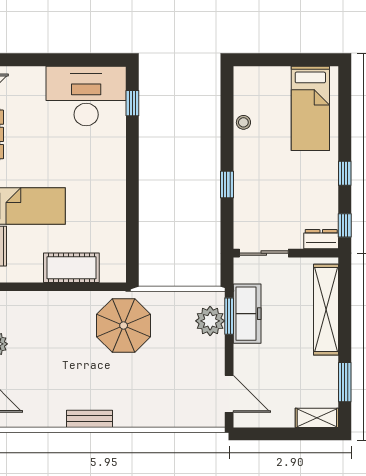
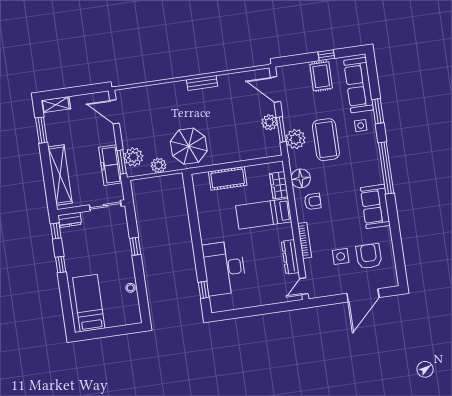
desk: (86, 96) -> (224, 268), moved, turned 90
plant: (174, 303) -> (159, 165), added

